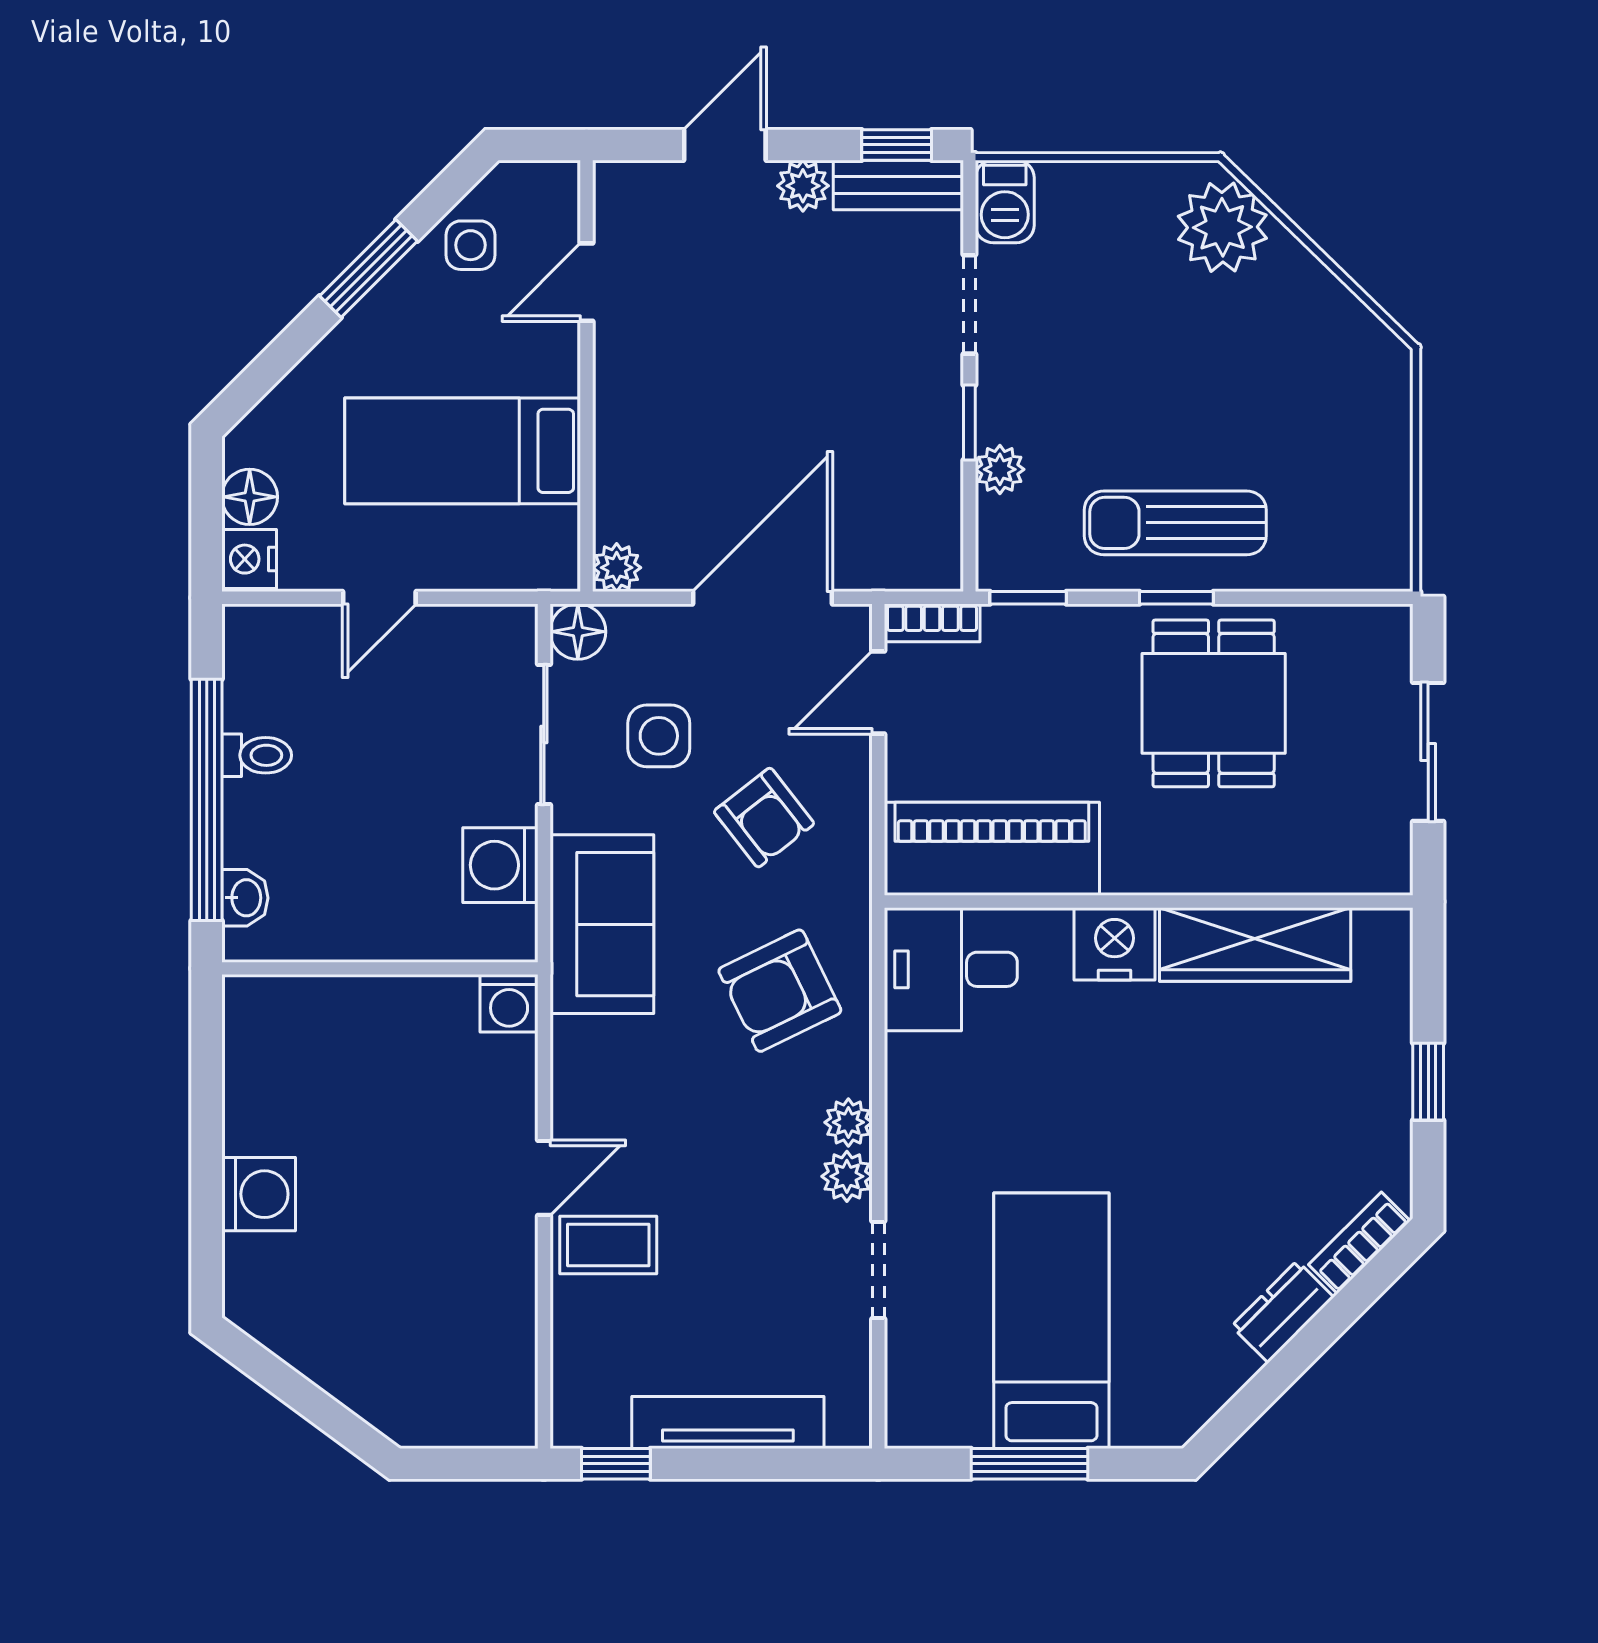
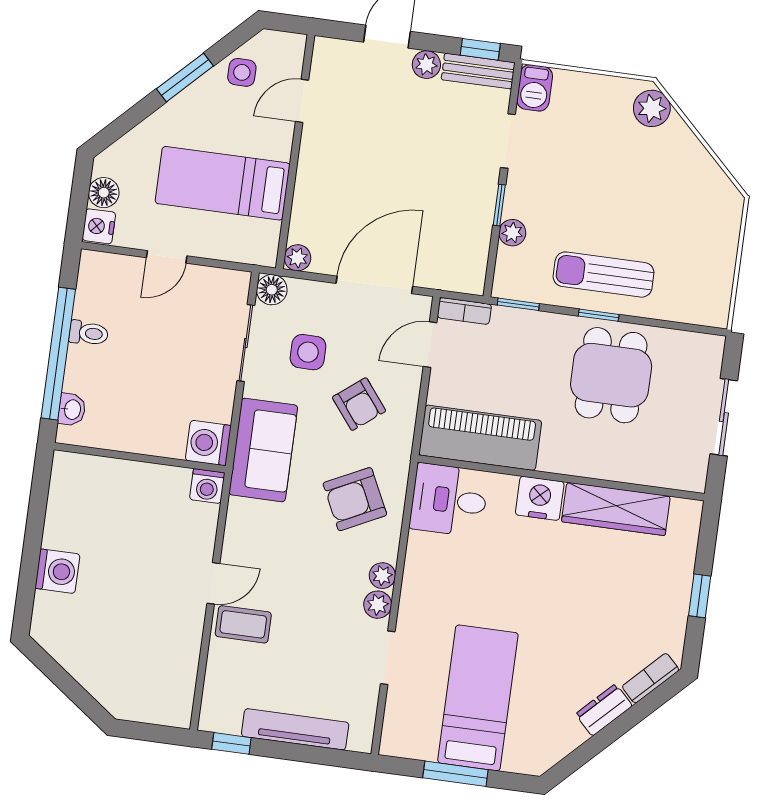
plant: (1222, 227) -> (652, 108), width x0.73, depth x0.73
washing machine: (500, 865) -> (208, 443), moved

